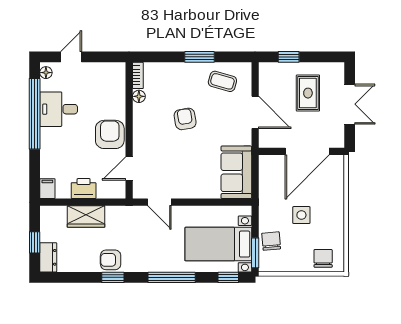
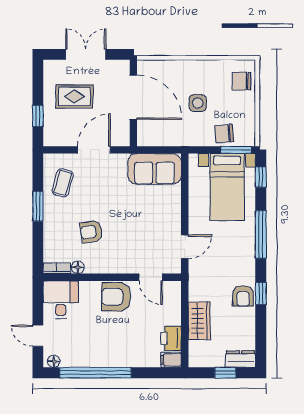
desk: (59, 109) -> (61, 300), moved, turned 180
armchair: (185, 119) -> (91, 232), moved
printer: (84, 189) -> (171, 338), moved

